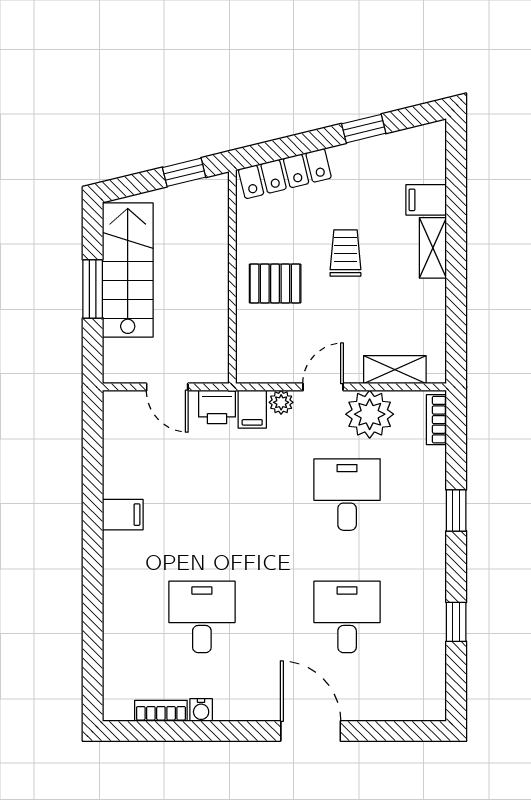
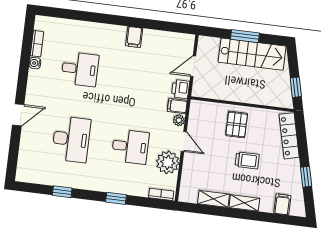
filing cabinet: (426, 200) -> (282, 204), moved
shelving: (395, 370) -> (213, 199), moved, turned 90
desk: (347, 617) -> (71, 139), width x1.37
door: (311, 731) -> (18, 115), width x0.73

